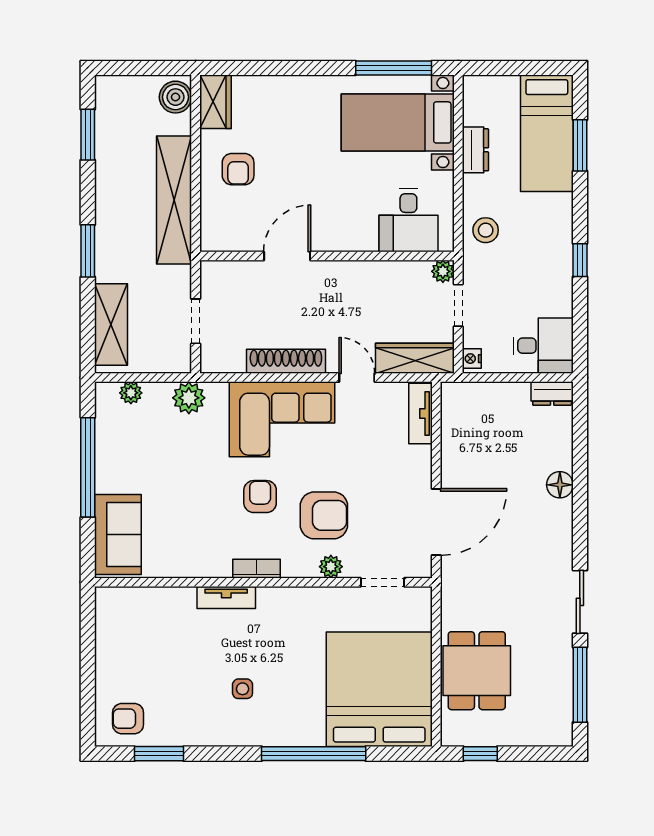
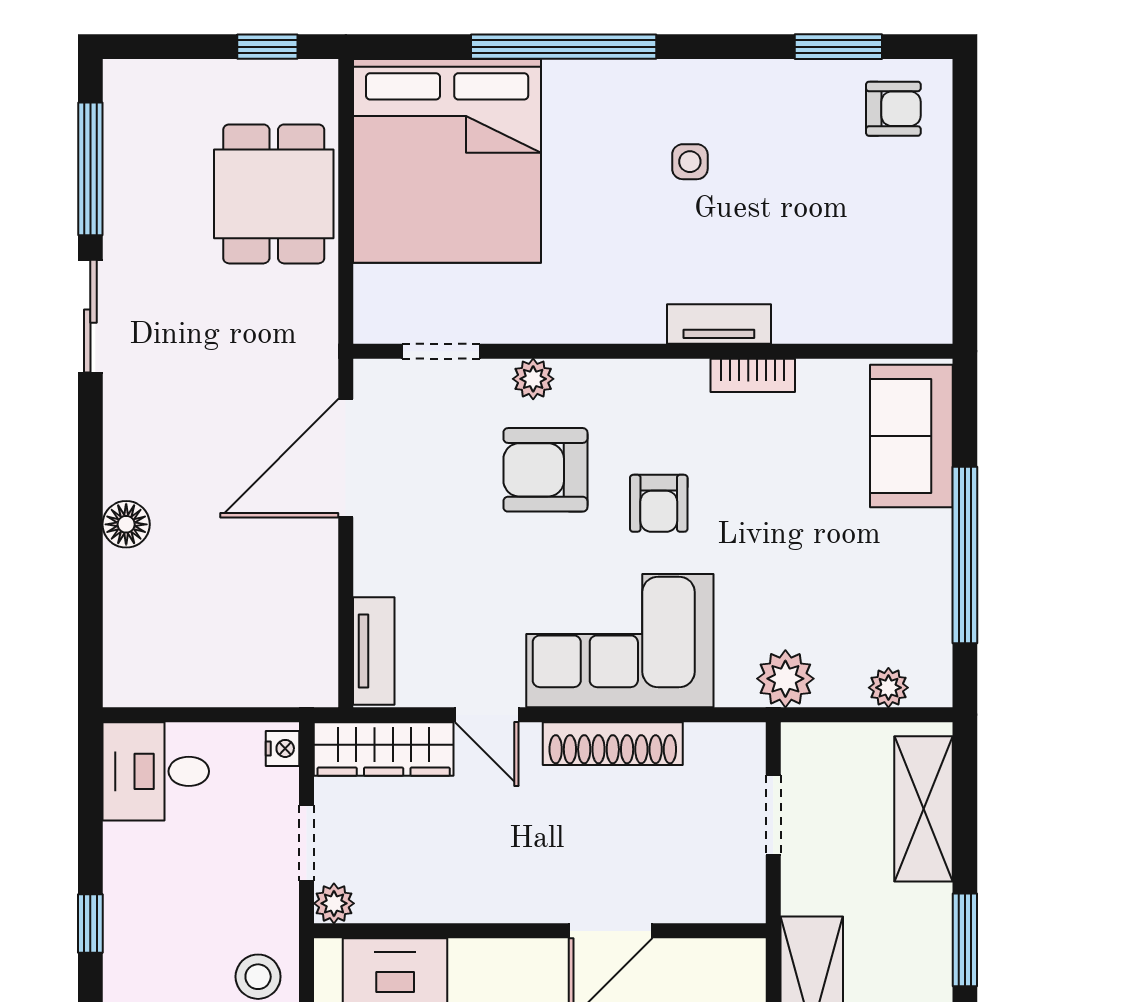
dresser: (552, 394) -> (140, 686), removed
bookcase: (256, 569) -> (753, 375), moved

